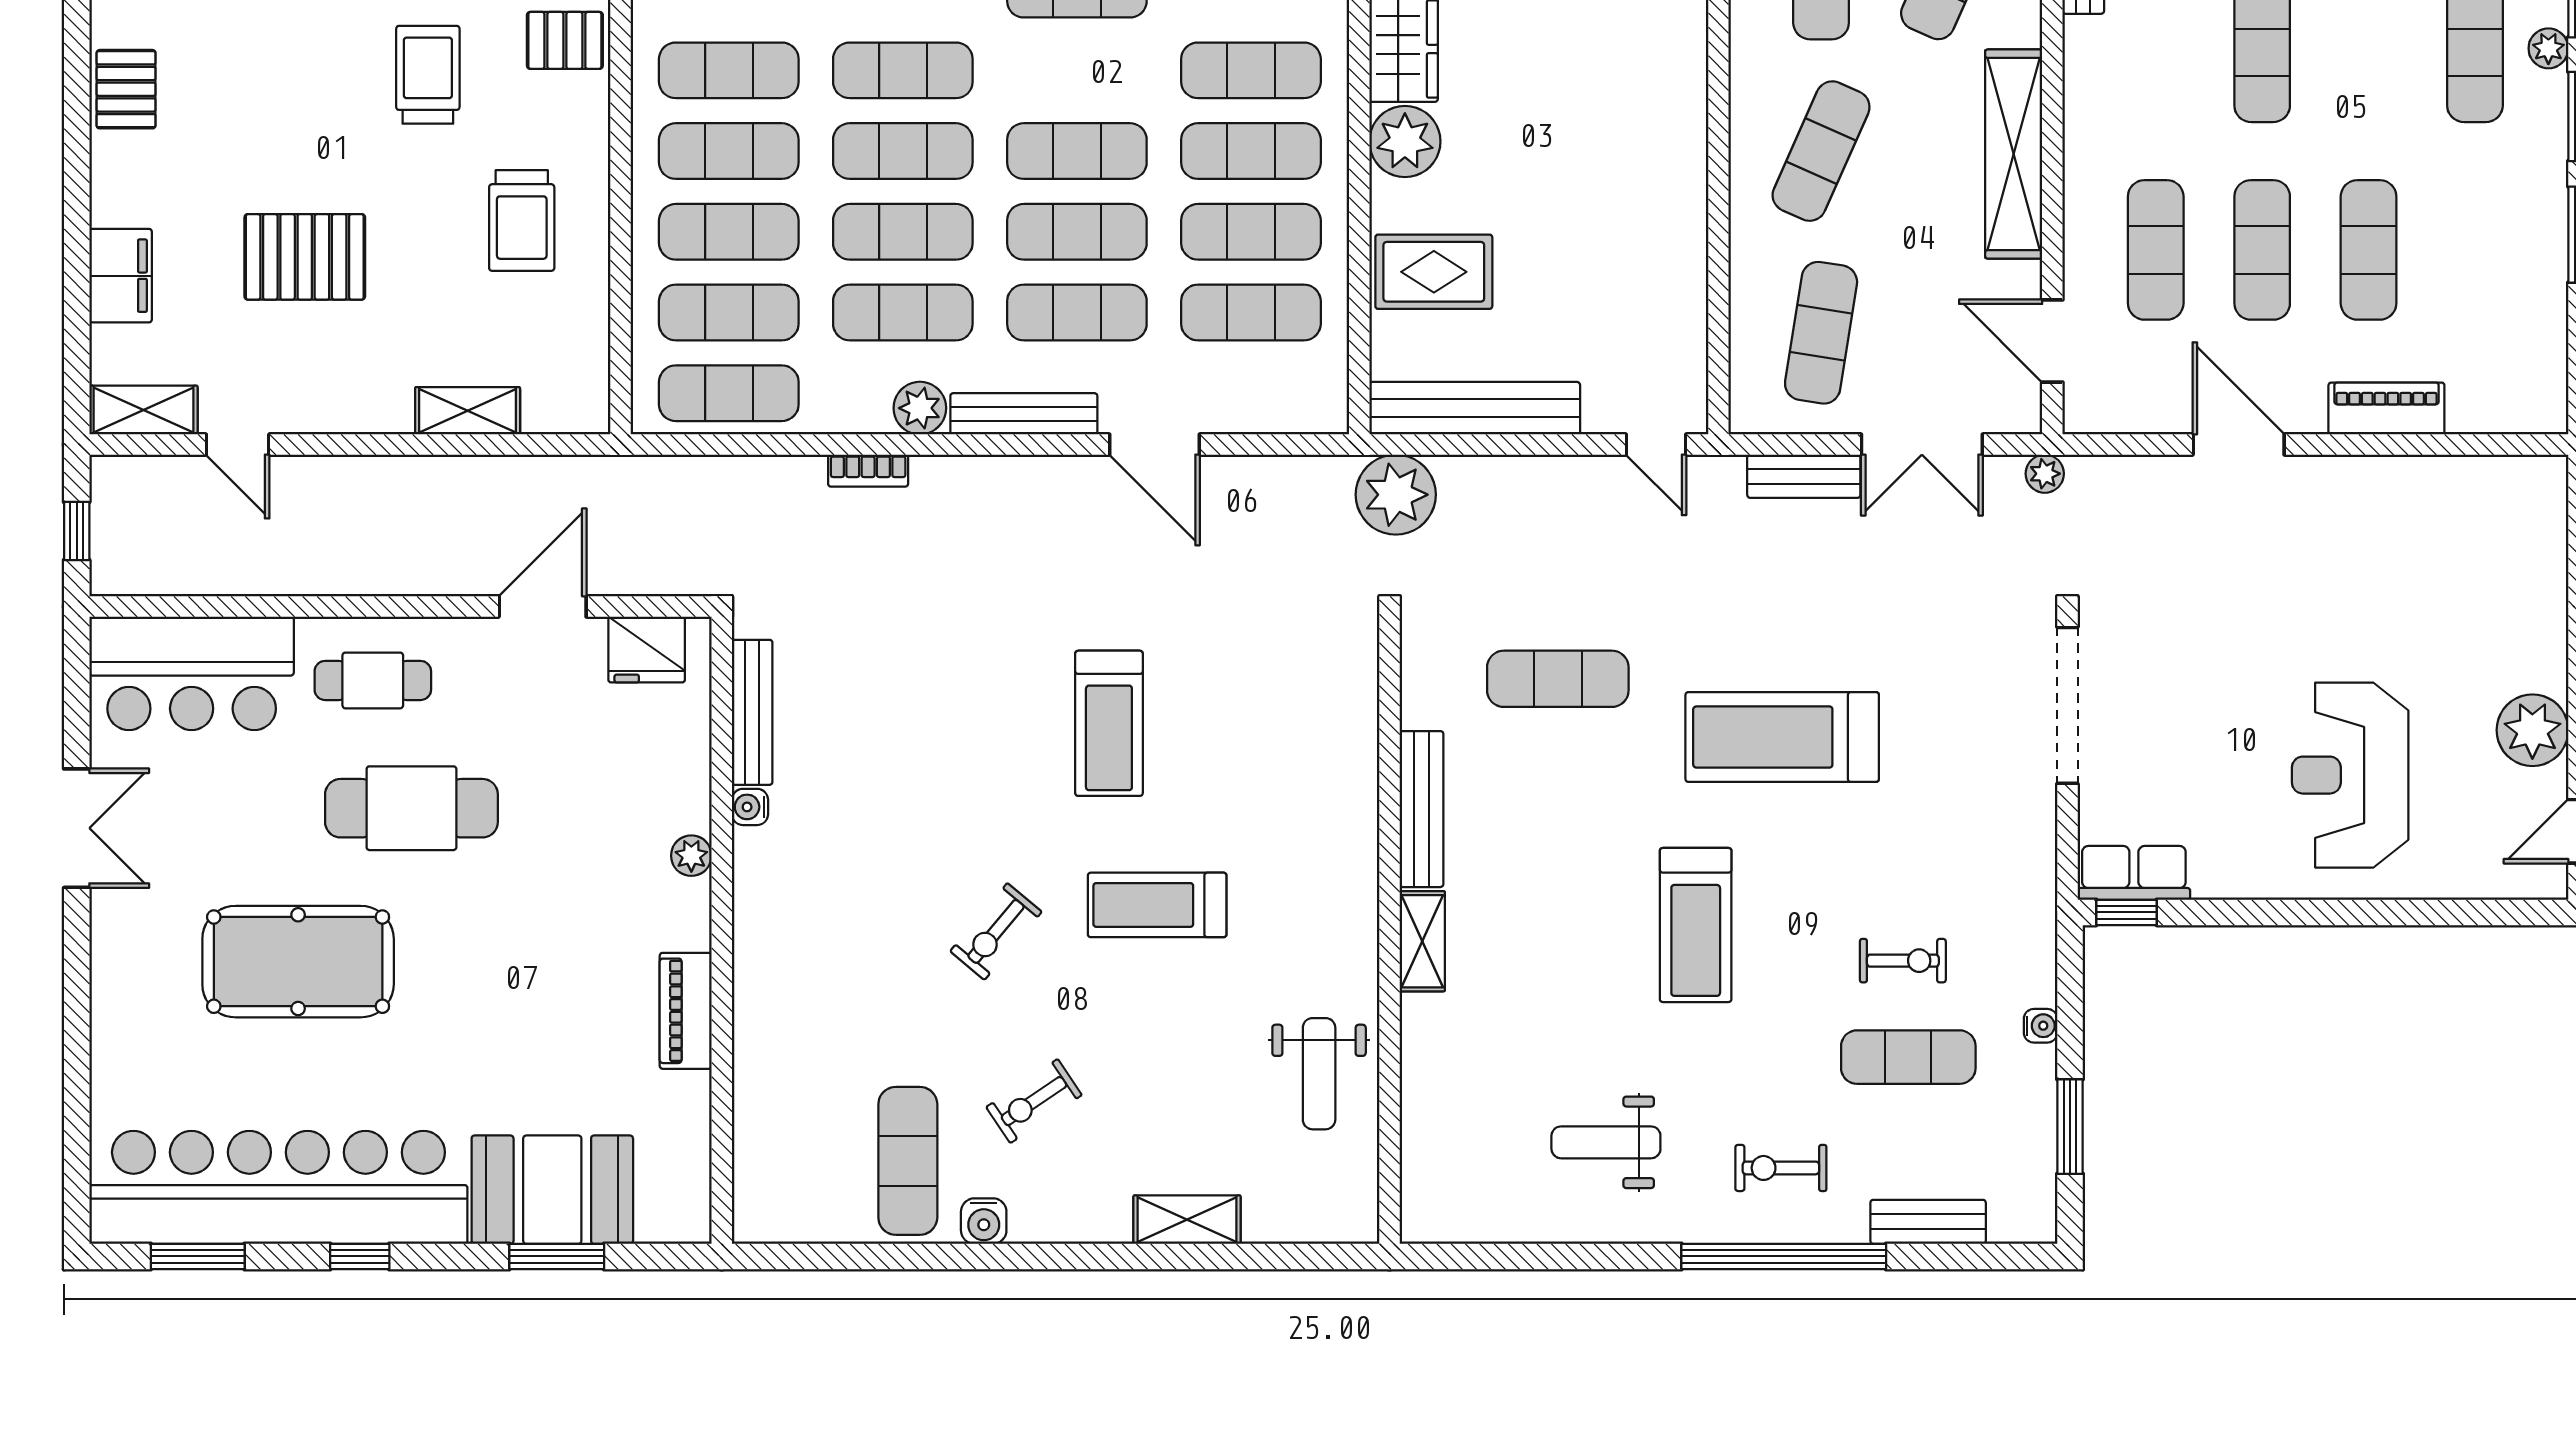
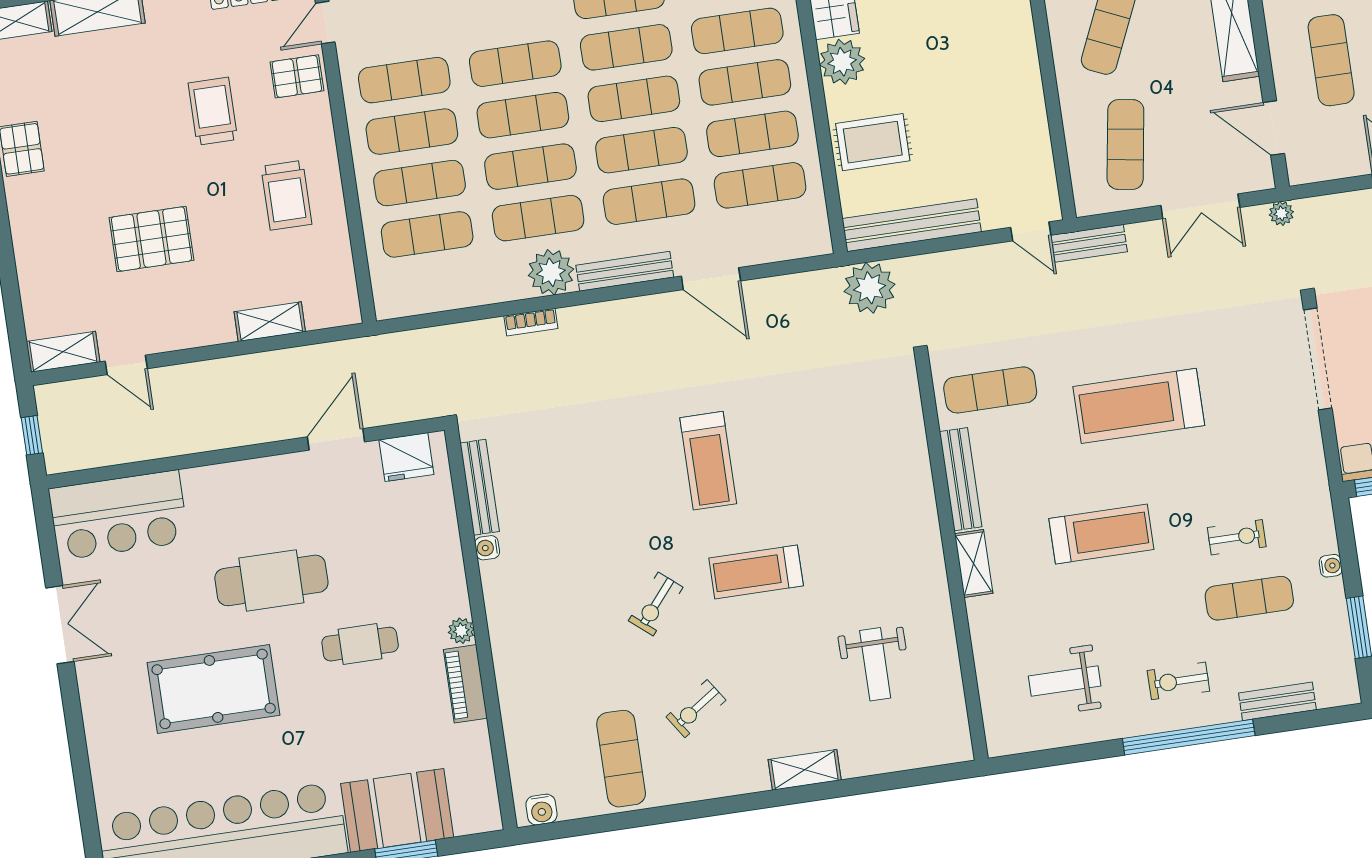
filing cabinet: (121, 276) -> (36, 268), removed
exercise mat: (729, 393) -> (626, 47), moved
plant: (920, 408) -> (551, 272), width x1.36, depth x1.36
bench: (1804, 476) -> (1089, 243), moved
cafe table: (373, 680) -> (360, 644), moved
bench: (1421, 809) -> (961, 479), moved
plant: (691, 856) -> (461, 631), moved
treadmill: (1696, 925) -> (1101, 534), turned -90
wall: (1390, 930) -> (952, 559), moved
shelving: (1422, 941) -> (974, 563), moved
water cooler: (984, 1221) -> (541, 810), moved

